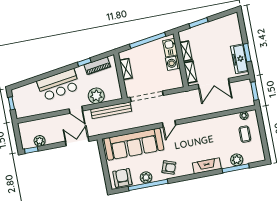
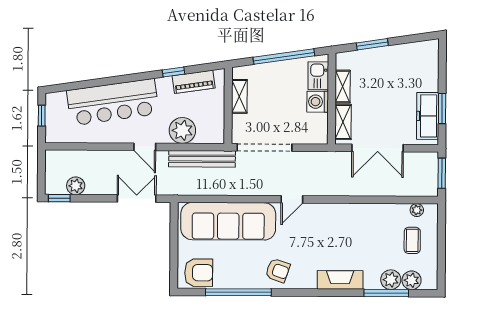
bar counter: (59, 85) -> (113, 102), width x1.36
plant: (146, 177) -> (412, 280), moved
armchair: (122, 178) -> (199, 273), turned 90

